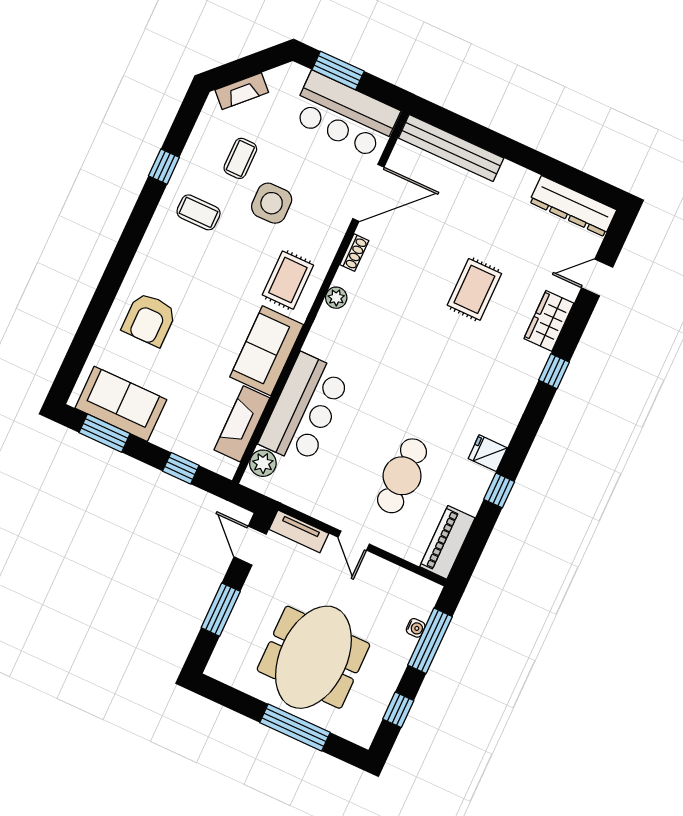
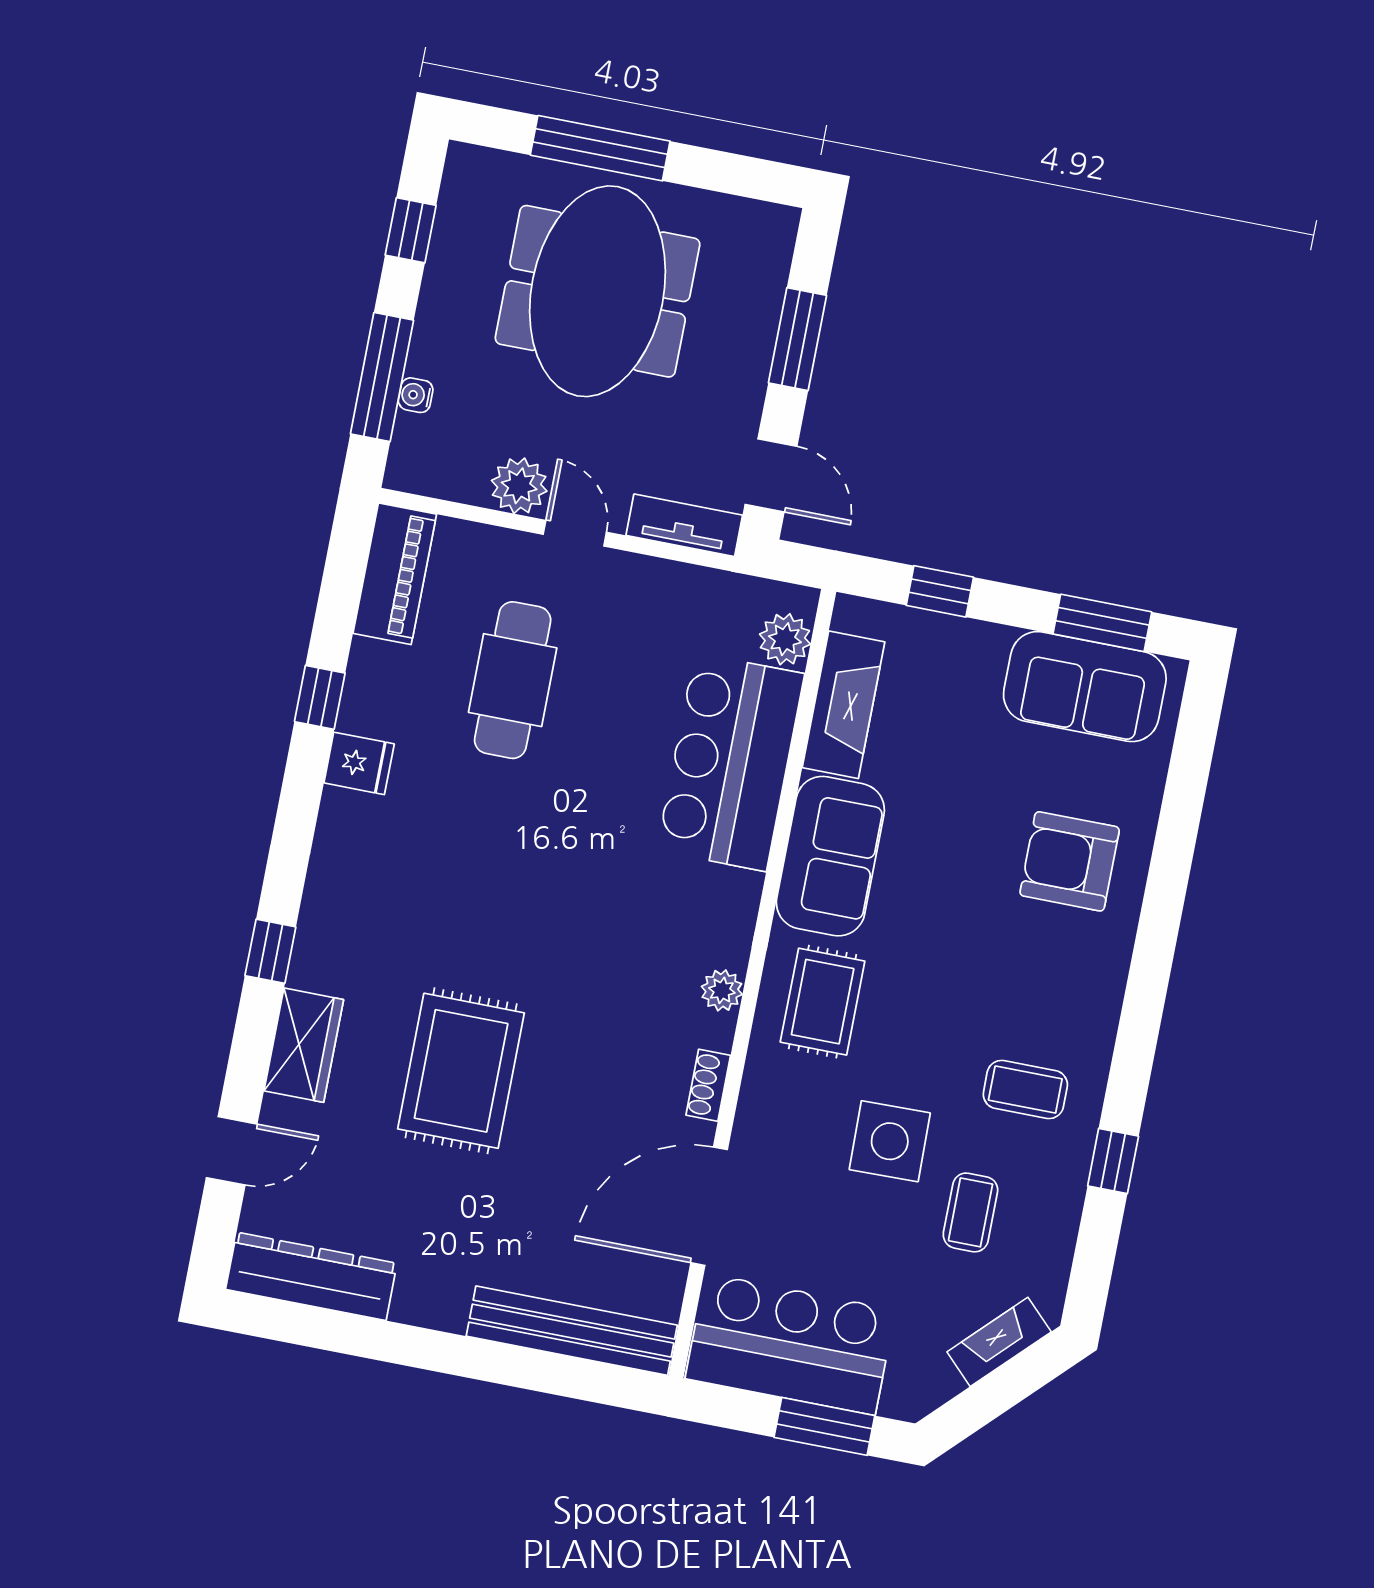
rug: (474, 289) -> (461, 1071), width x1.36, depth x1.43
armchair: (149, 319) -> (1070, 861), turned -90
plant: (375, 571) -> (519, 486), added

